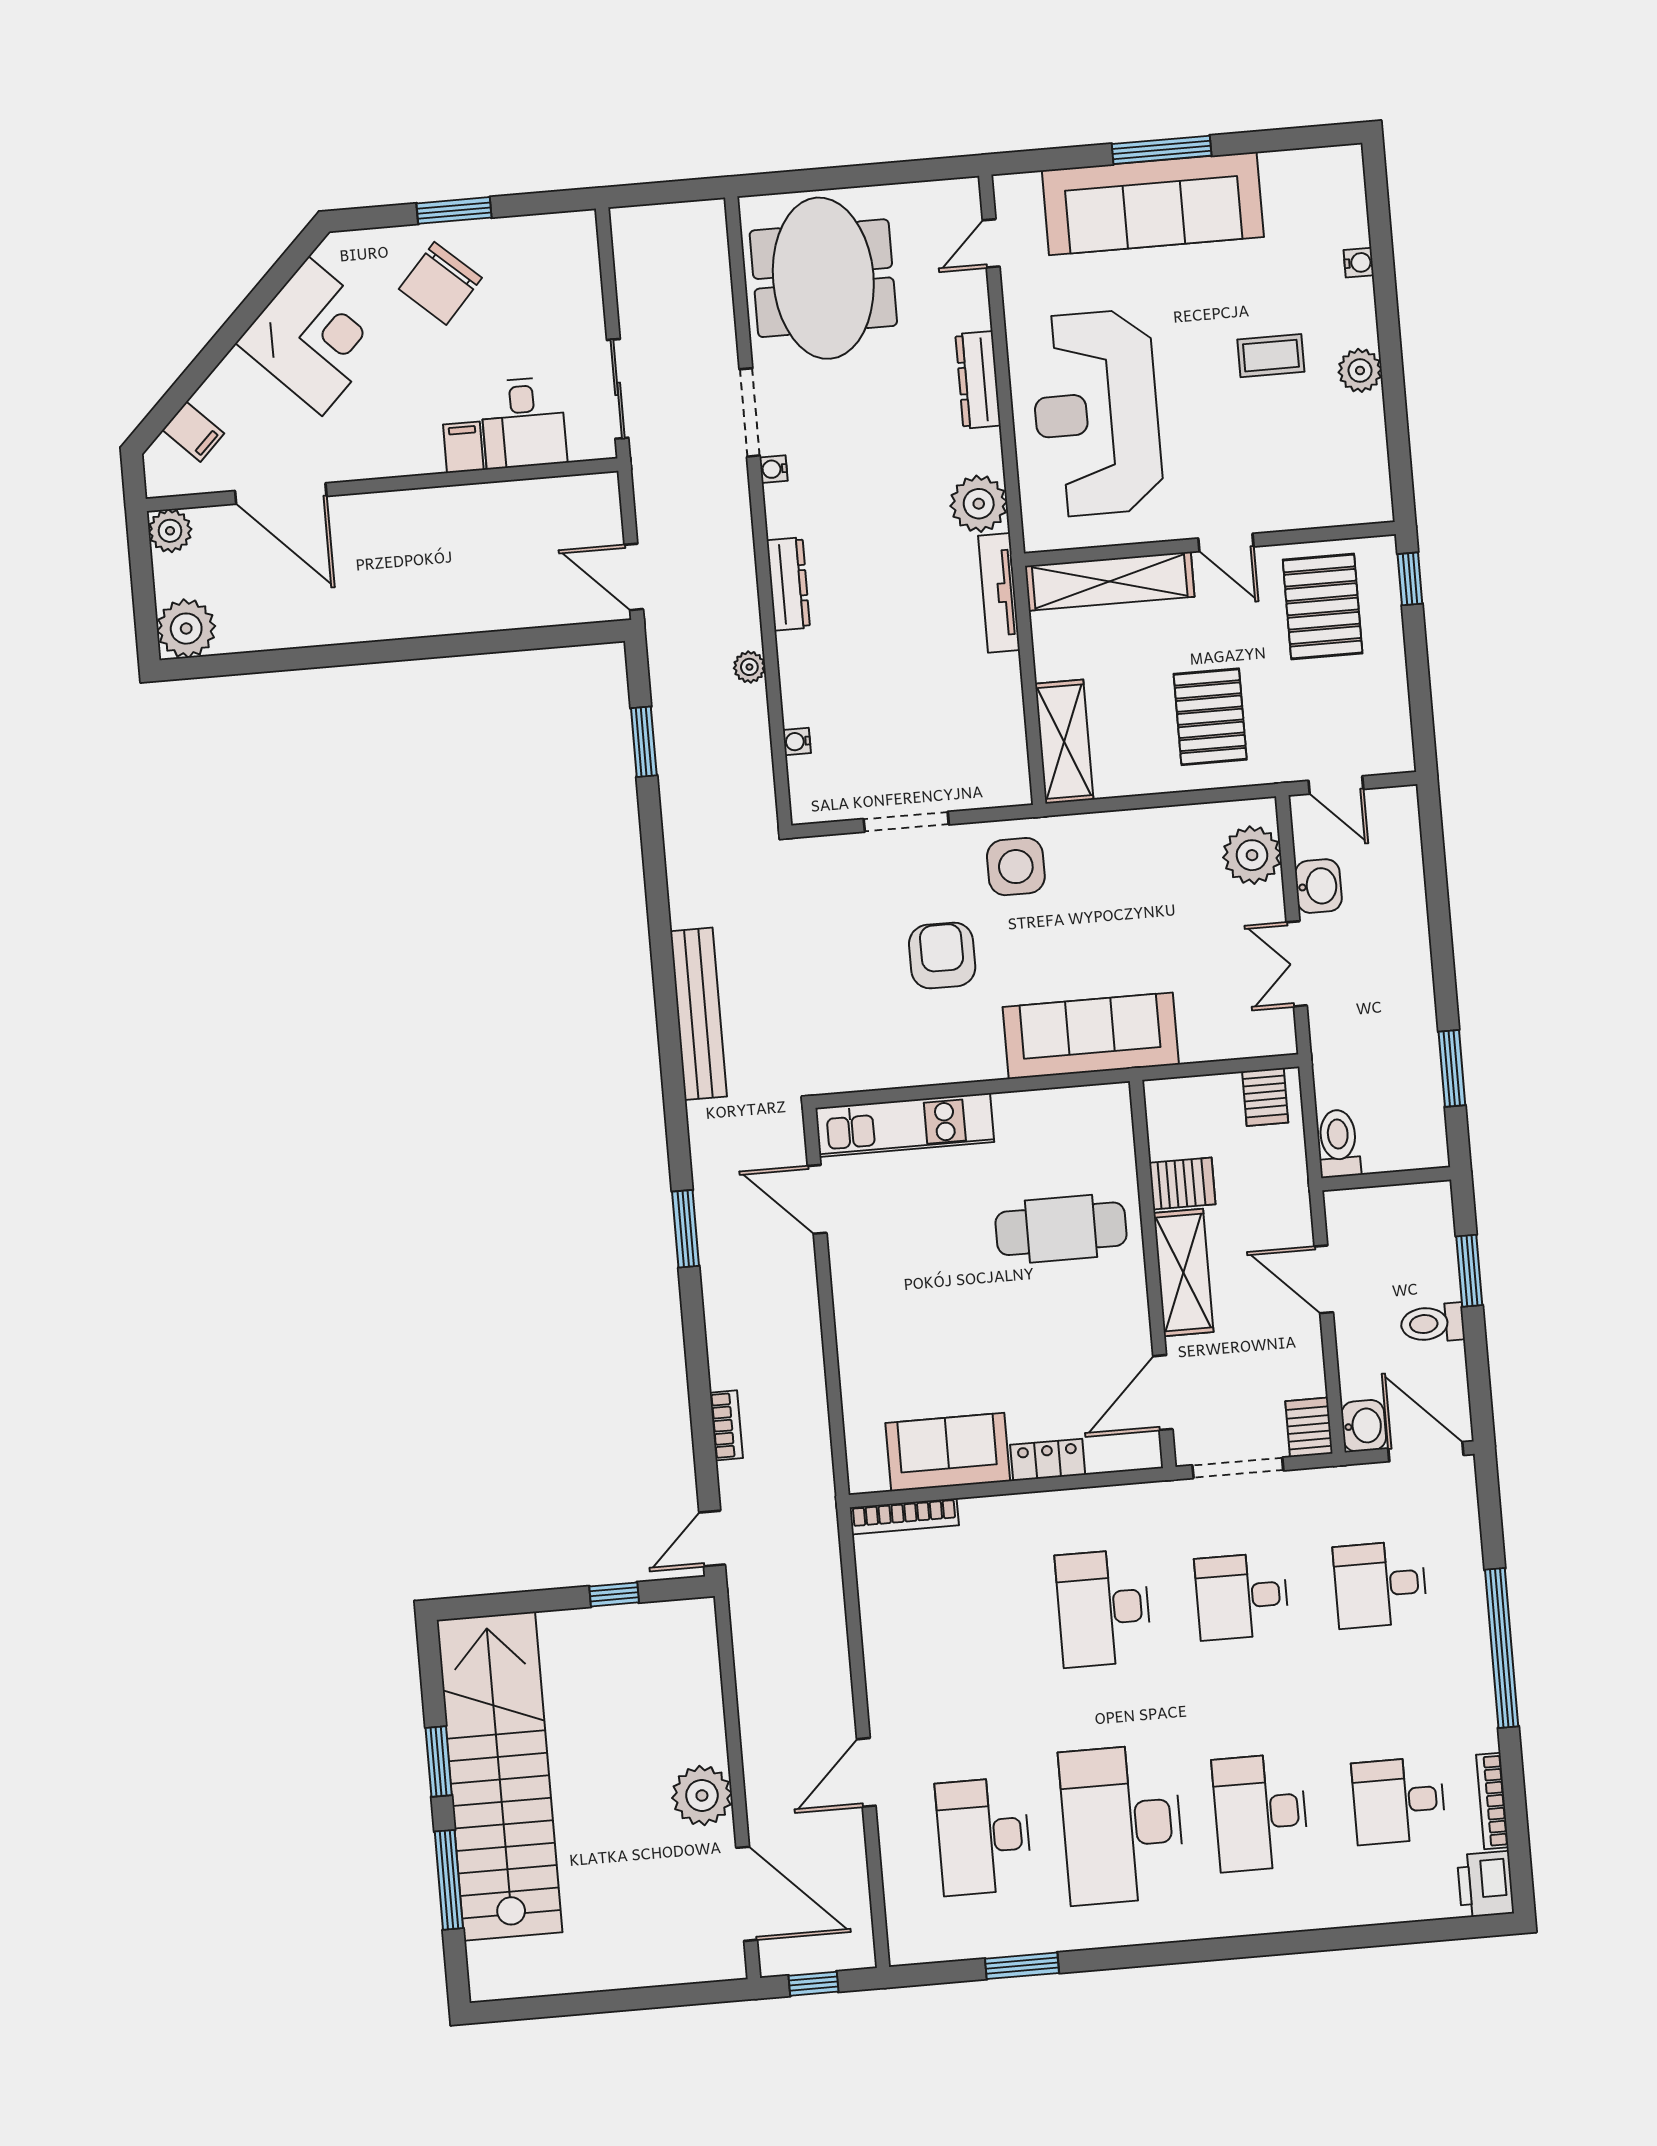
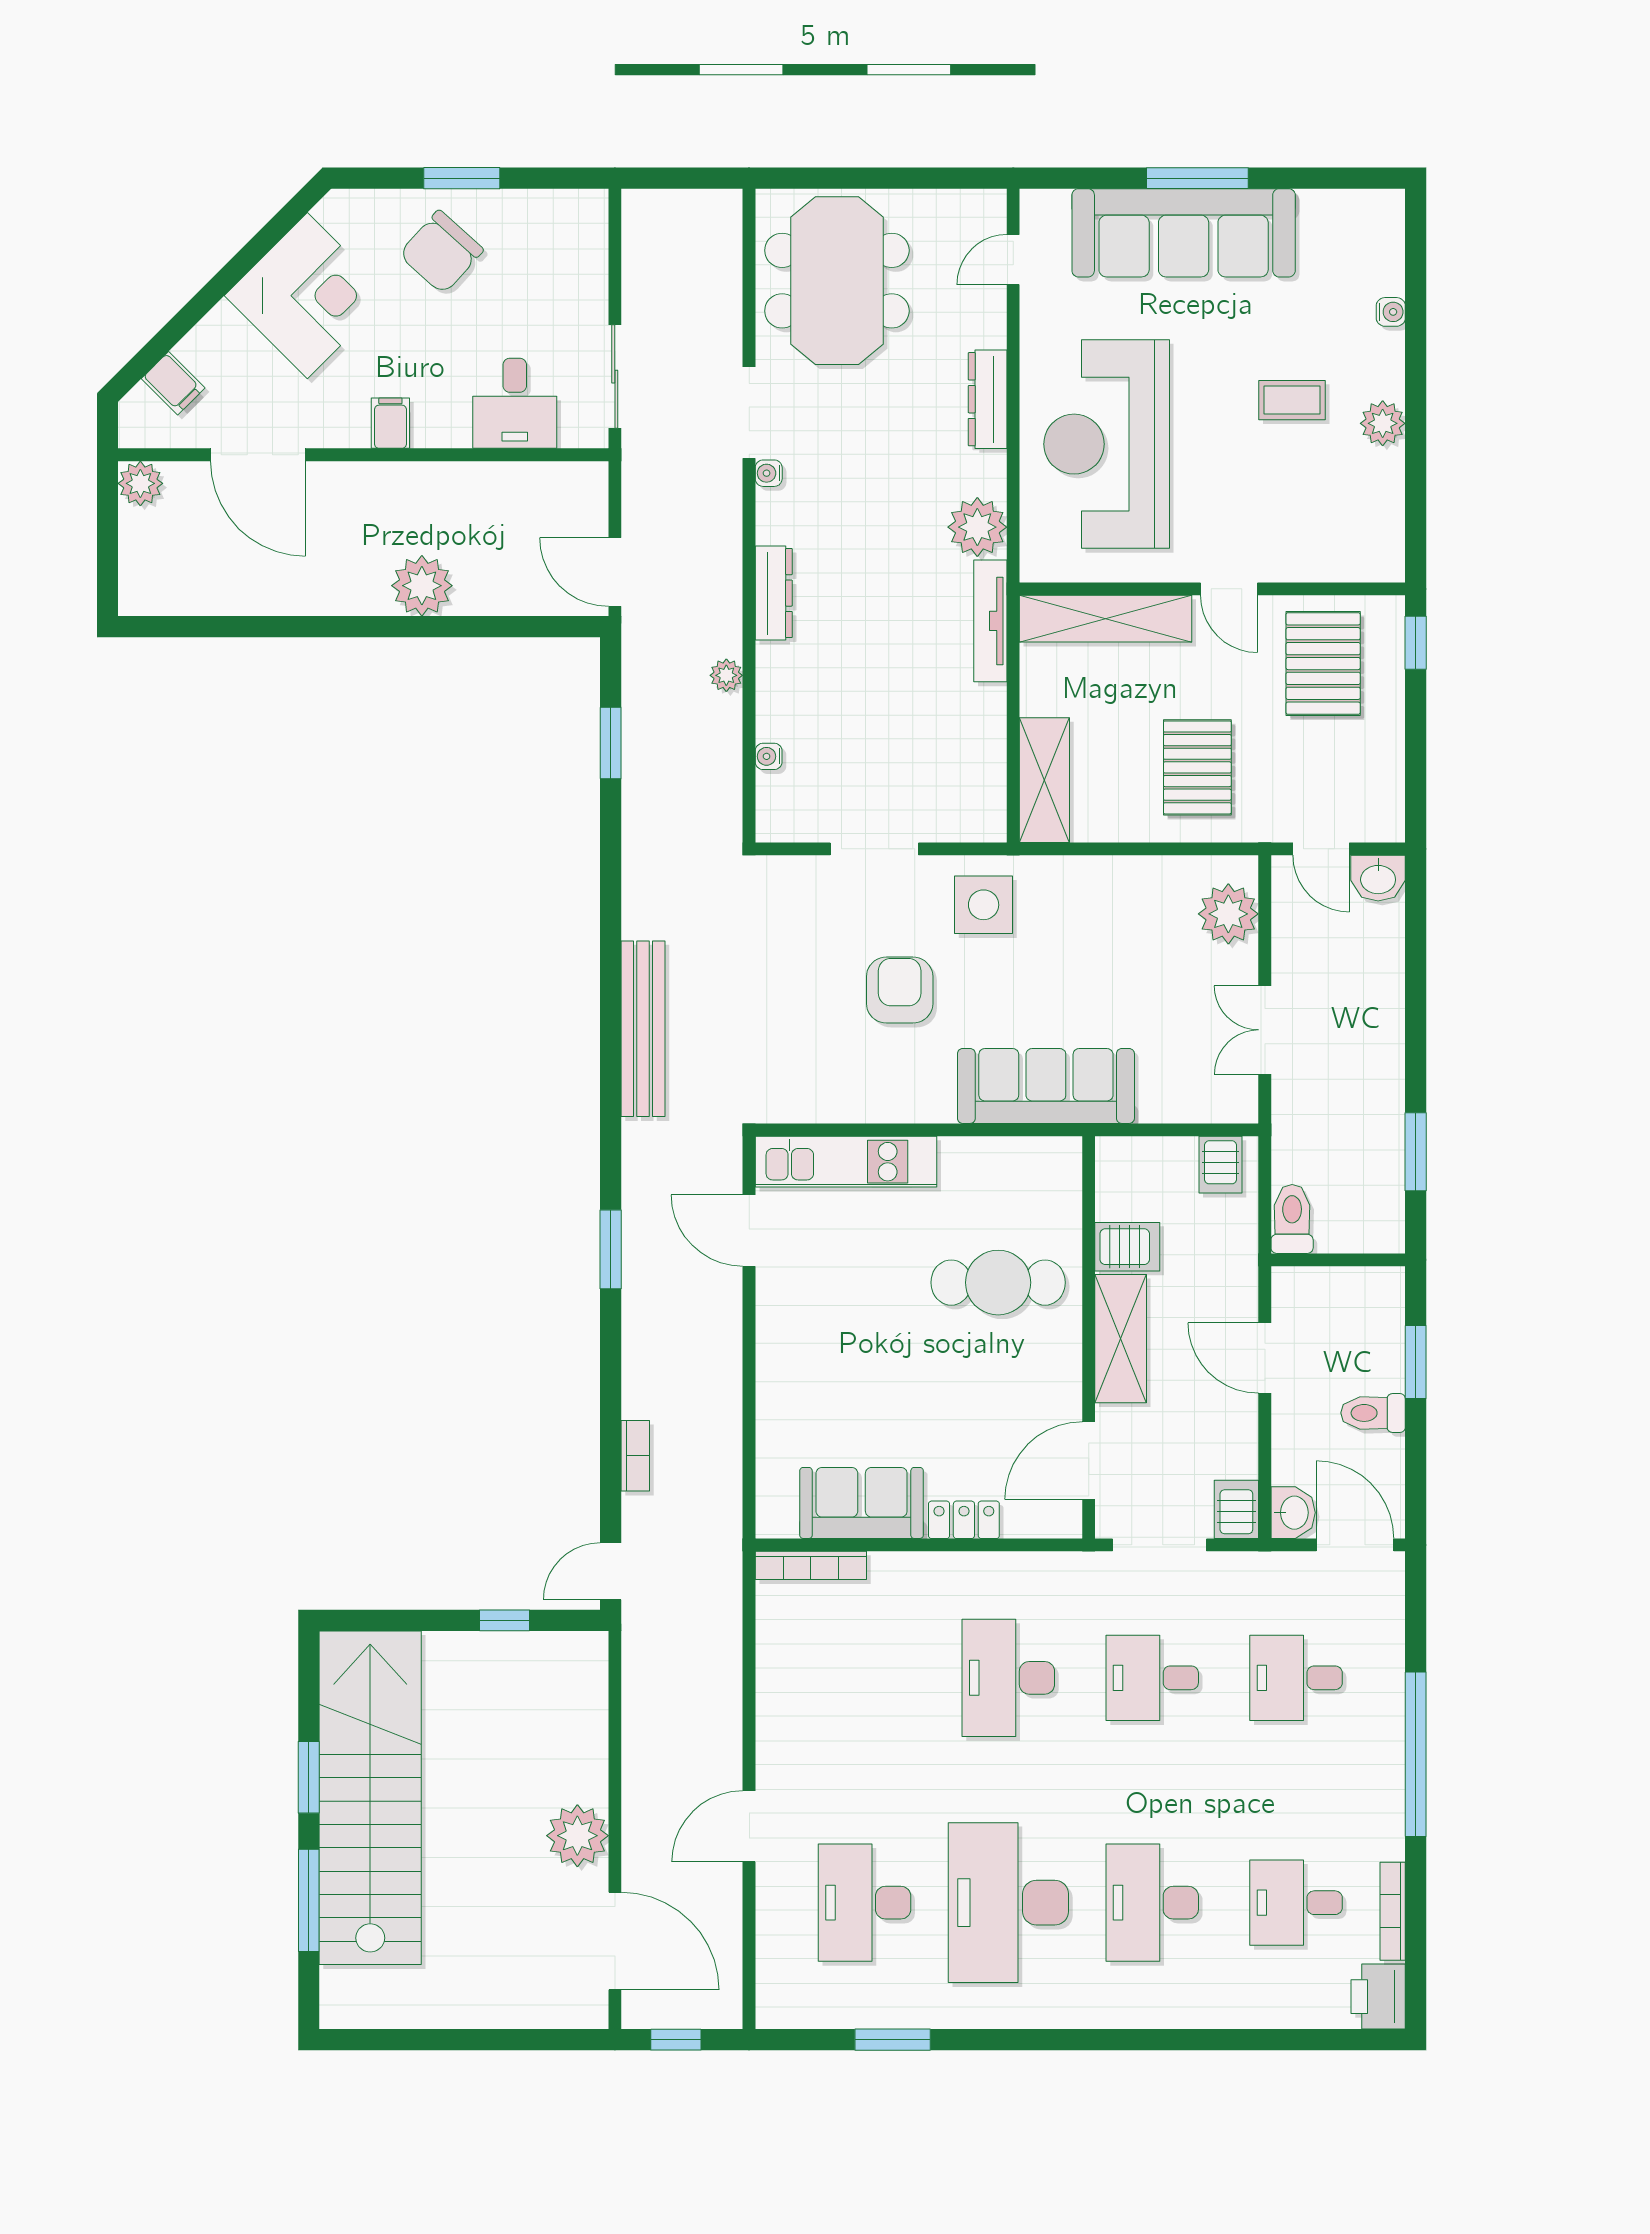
filing cabinet: (463, 447) -> (390, 423), moved
plant: (186, 629) -> (422, 586), moved
washbasin: (1318, 886) -> (1378, 878), moved, turned 90

